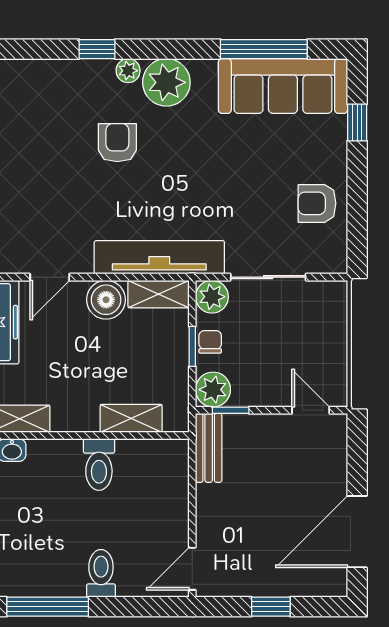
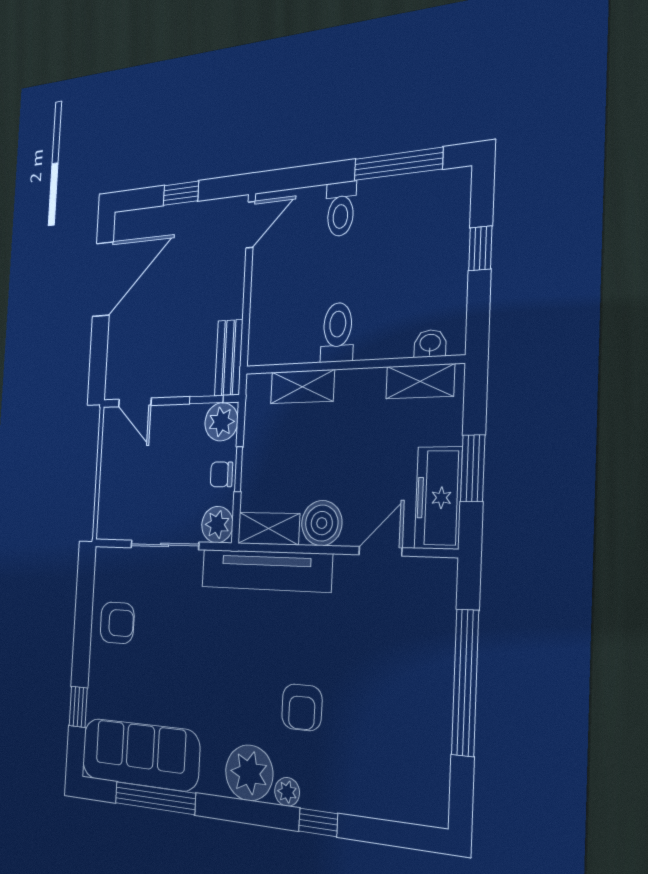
chair: (210, 342) -> (221, 474), turned 90

